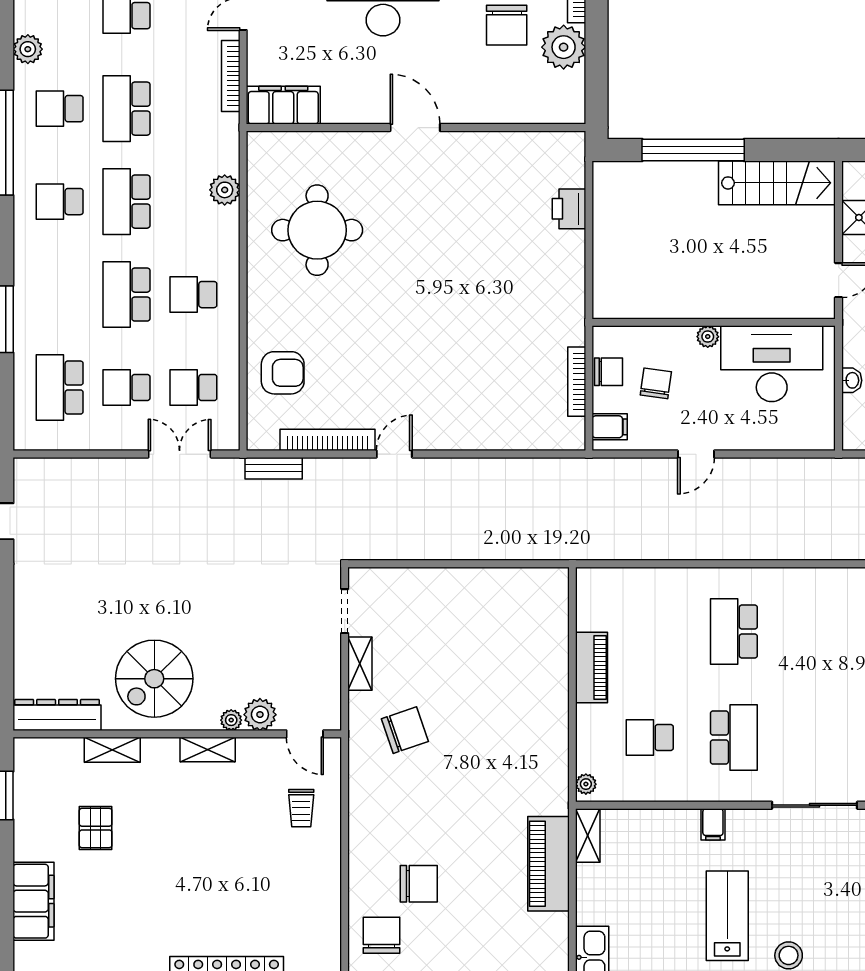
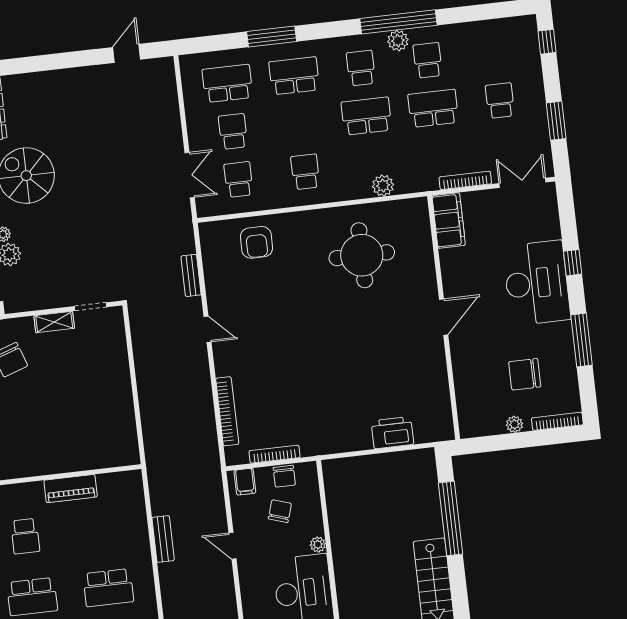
plant: (564, 47) -> (514, 424), width x0.53, depth x0.53
plant: (28, 49) -> (398, 41), moved
printer: (569, 209) -> (392, 433), width x1.37, depth x1.19
school desk: (127, 295) -> (294, 76), moved
chair: (656, 383) -> (280, 511), turned -80
bookcase: (327, 440) -> (227, 411), moved
bench: (274, 468) -> (191, 275), moved
bench: (676, 548) -> (163, 539), added
school desk: (734, 632) -> (108, 588), turned 180
school desk: (650, 737) -> (25, 536), turned 180

